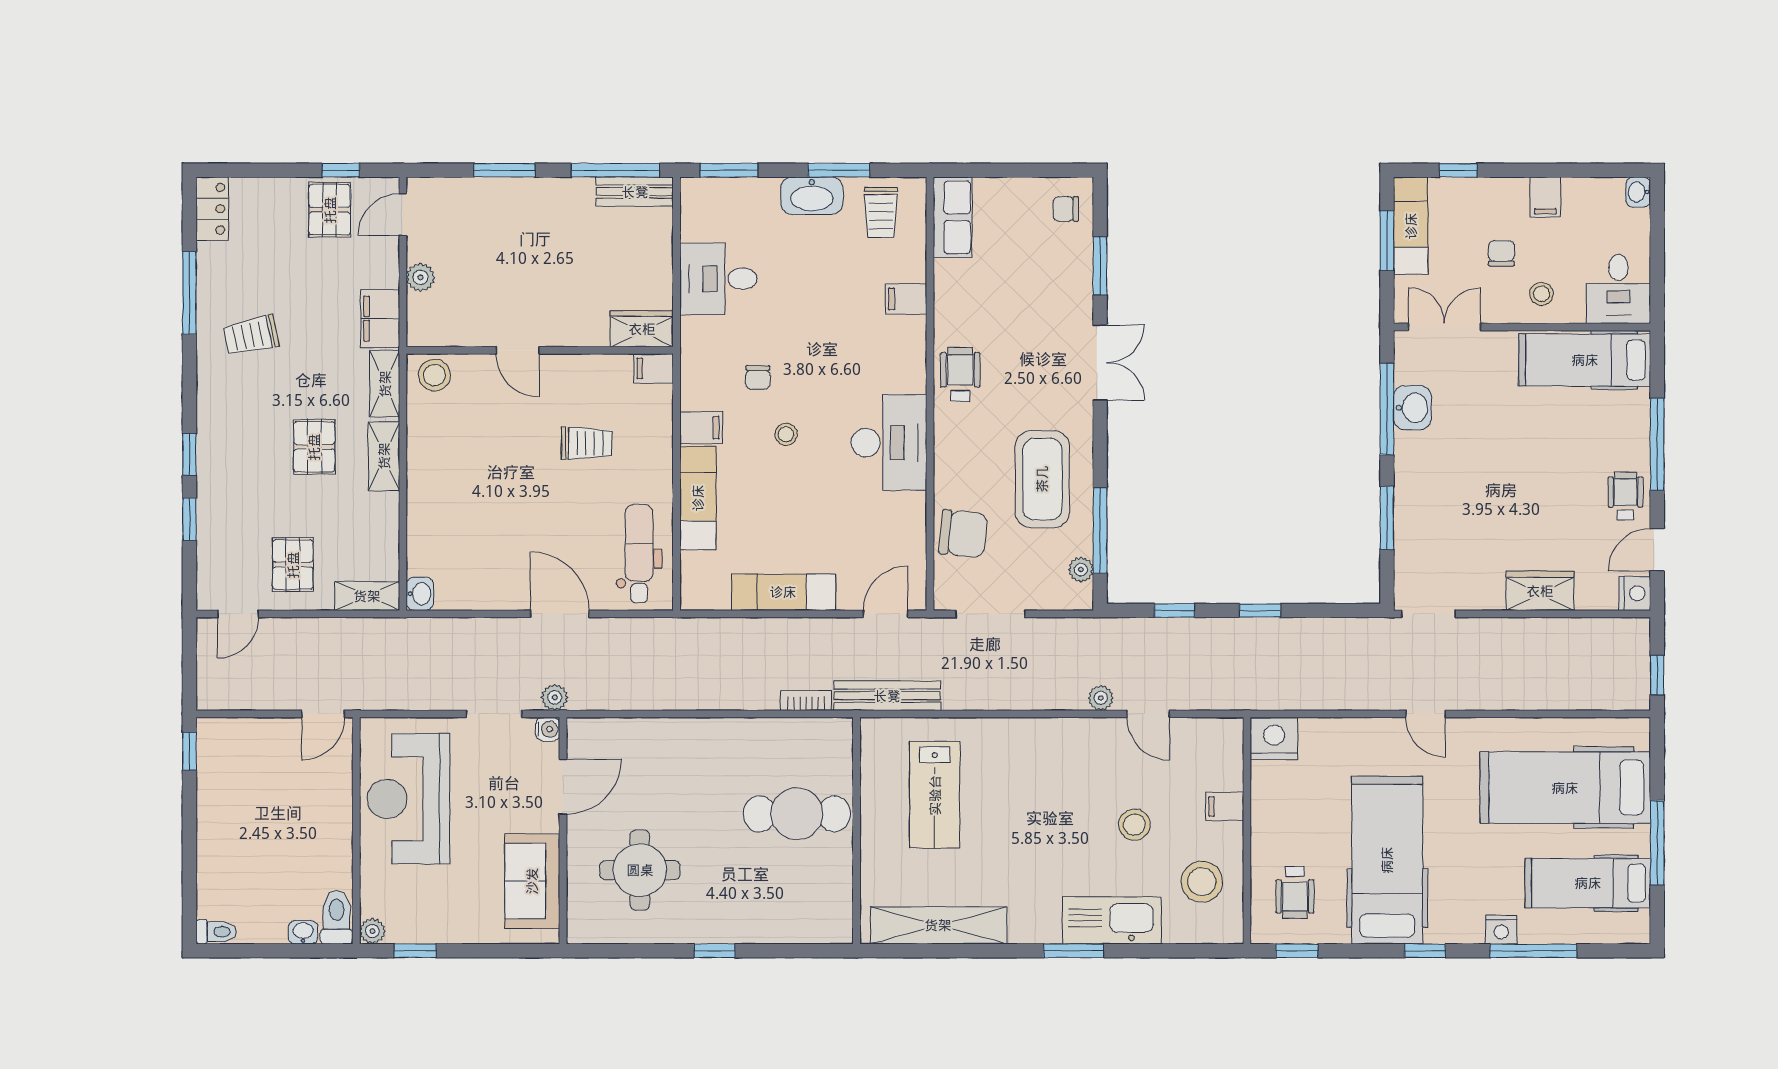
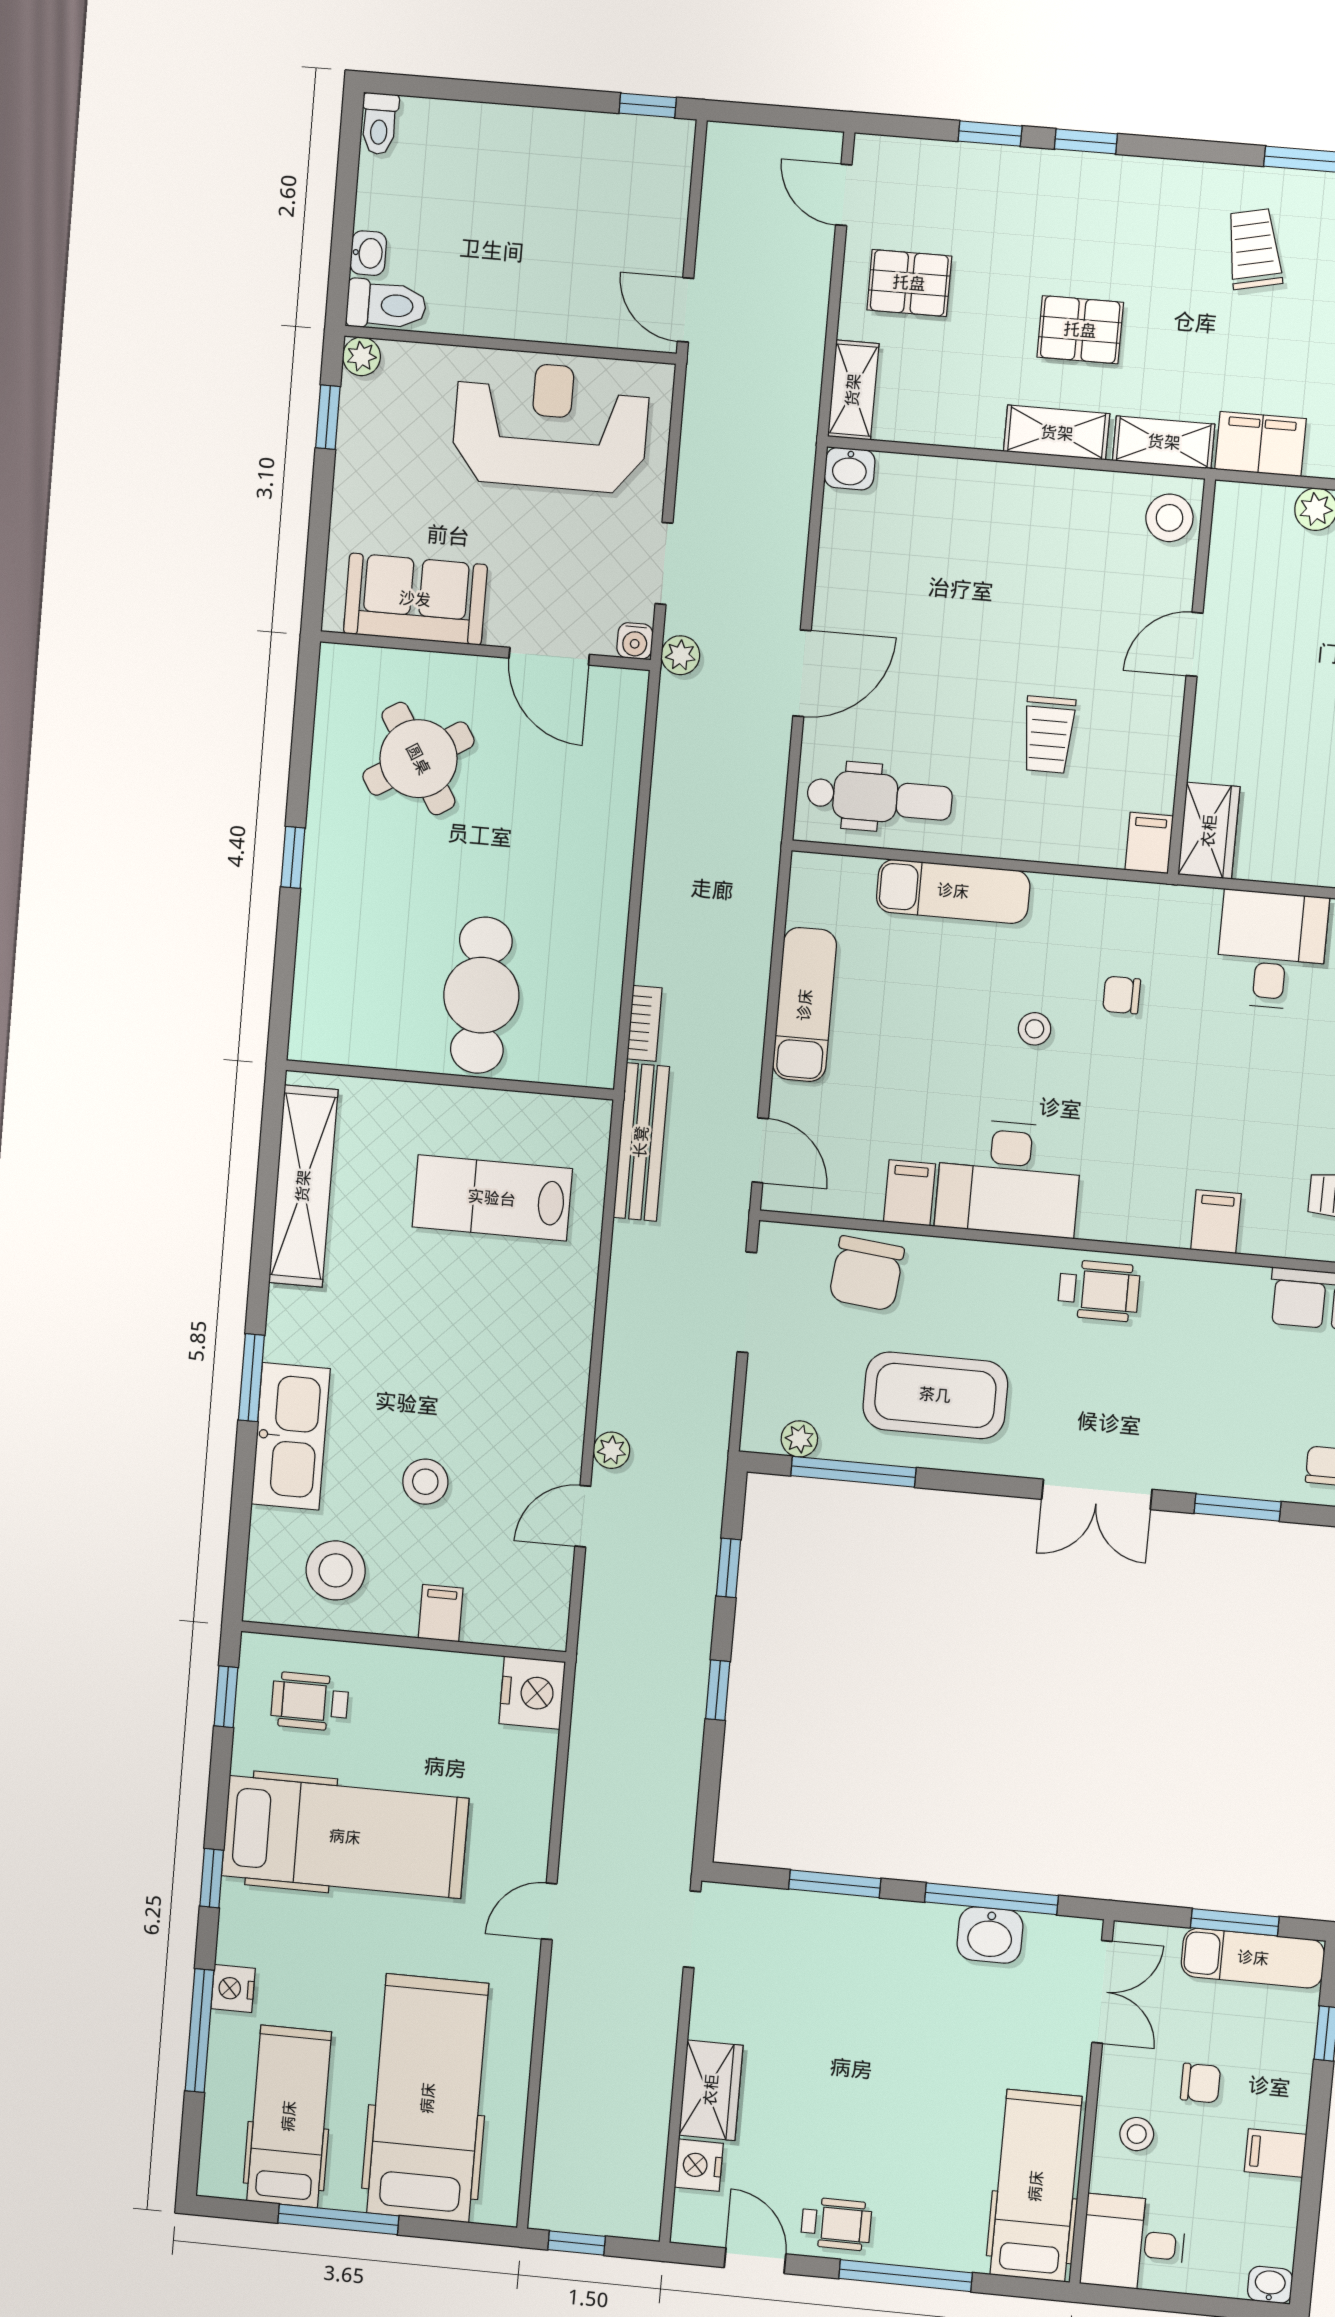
filing cabinet: (701, 428) -> (910, 1193), moved, turned 180
nightstand: (1635, 593) -> (699, 2165), moved, turned 90
round table: (640, 870) -> (418, 759), turned -32

